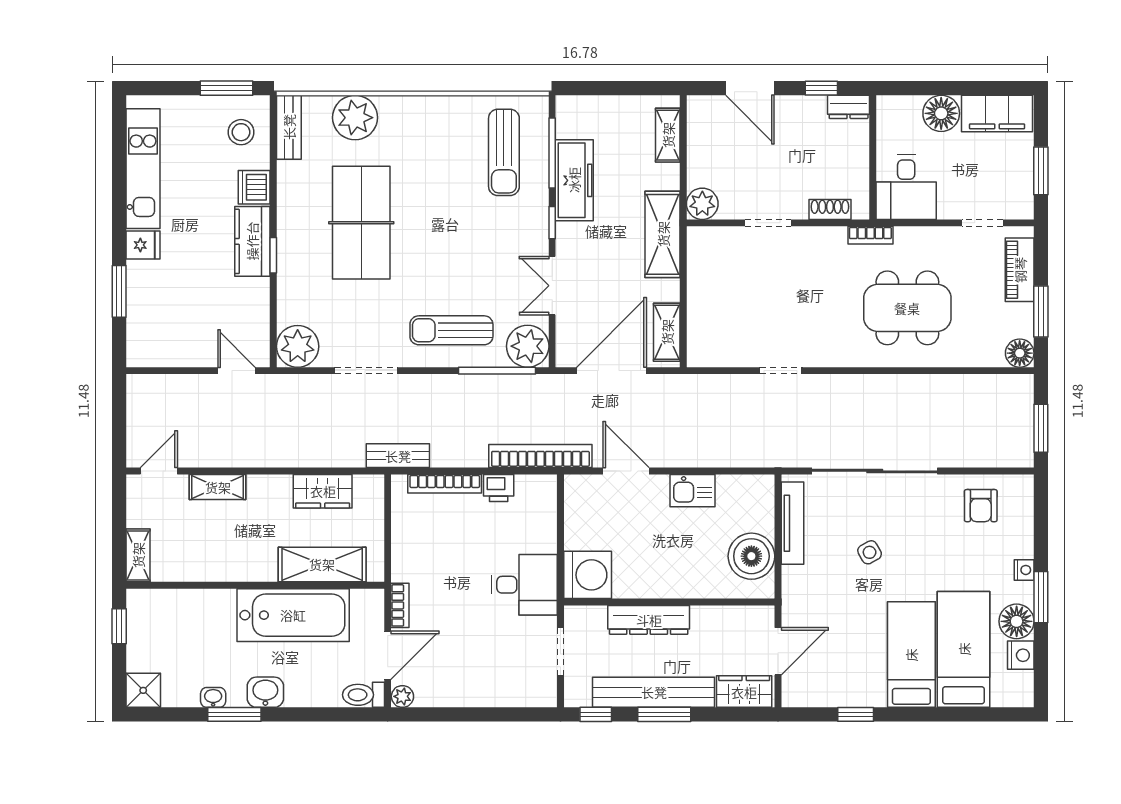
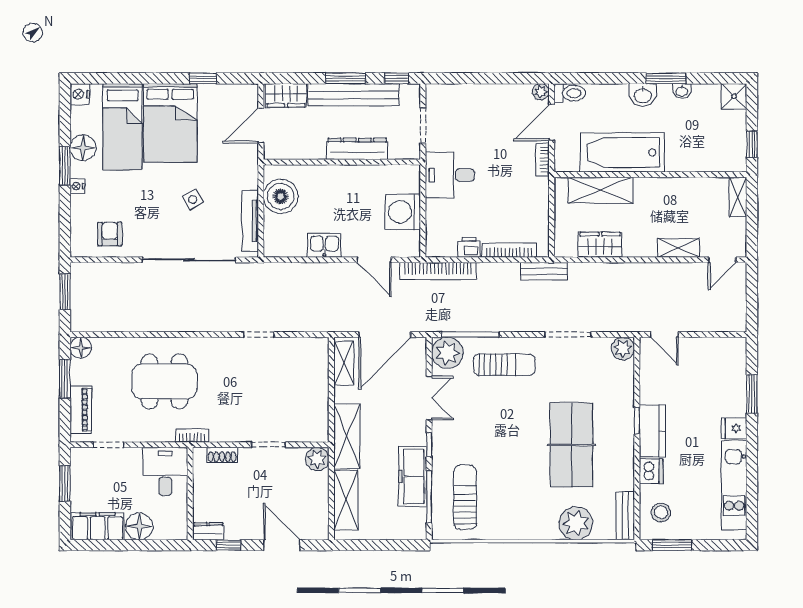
shelving: (668, 135) -> (346, 500), width x1.50, depth x1.33
plant: (298, 346) -> (623, 349), width x0.73, depth x0.73
washing machine: (588, 575) -> (403, 212), moved
bed: (911, 655) -> (170, 123), width x1.50
nightstand: (1021, 655) -> (80, 94), moved

